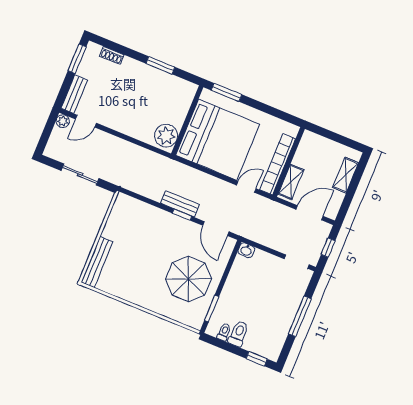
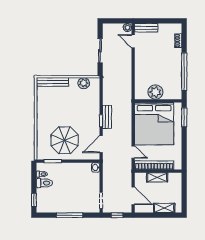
window: (77, 59) -> (168, 21), removed
window: (160, 65) -> (184, 72), width x2.11
plant: (166, 136) -> (155, 92), moved
shelving: (291, 182) -> (157, 177), moved
plant: (117, 218) -> (84, 83), added

